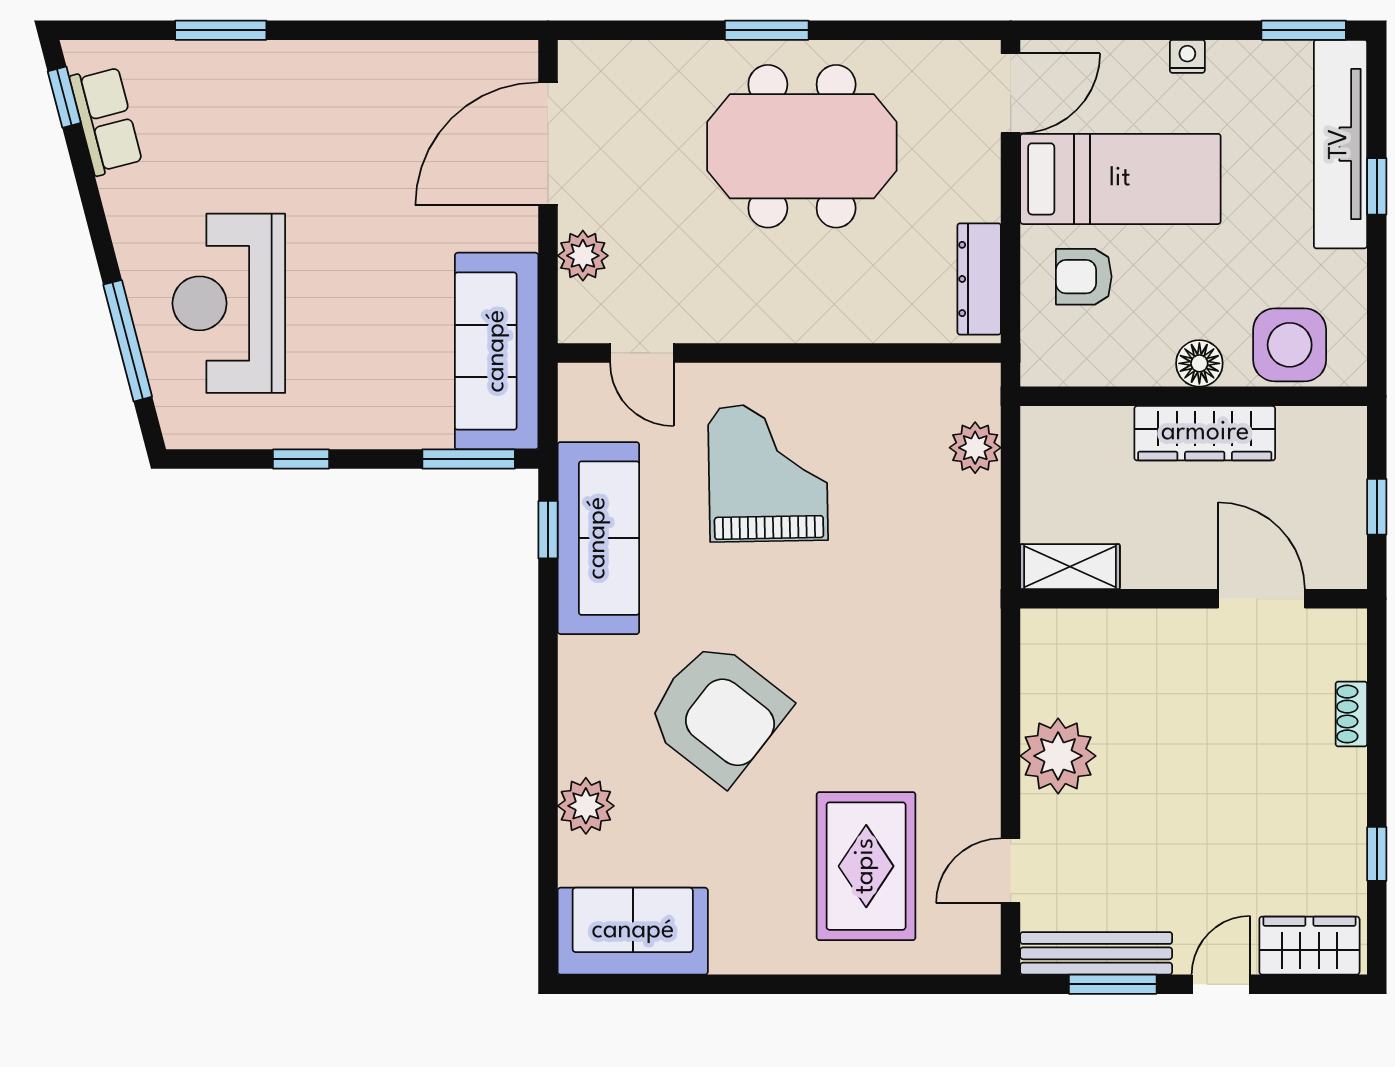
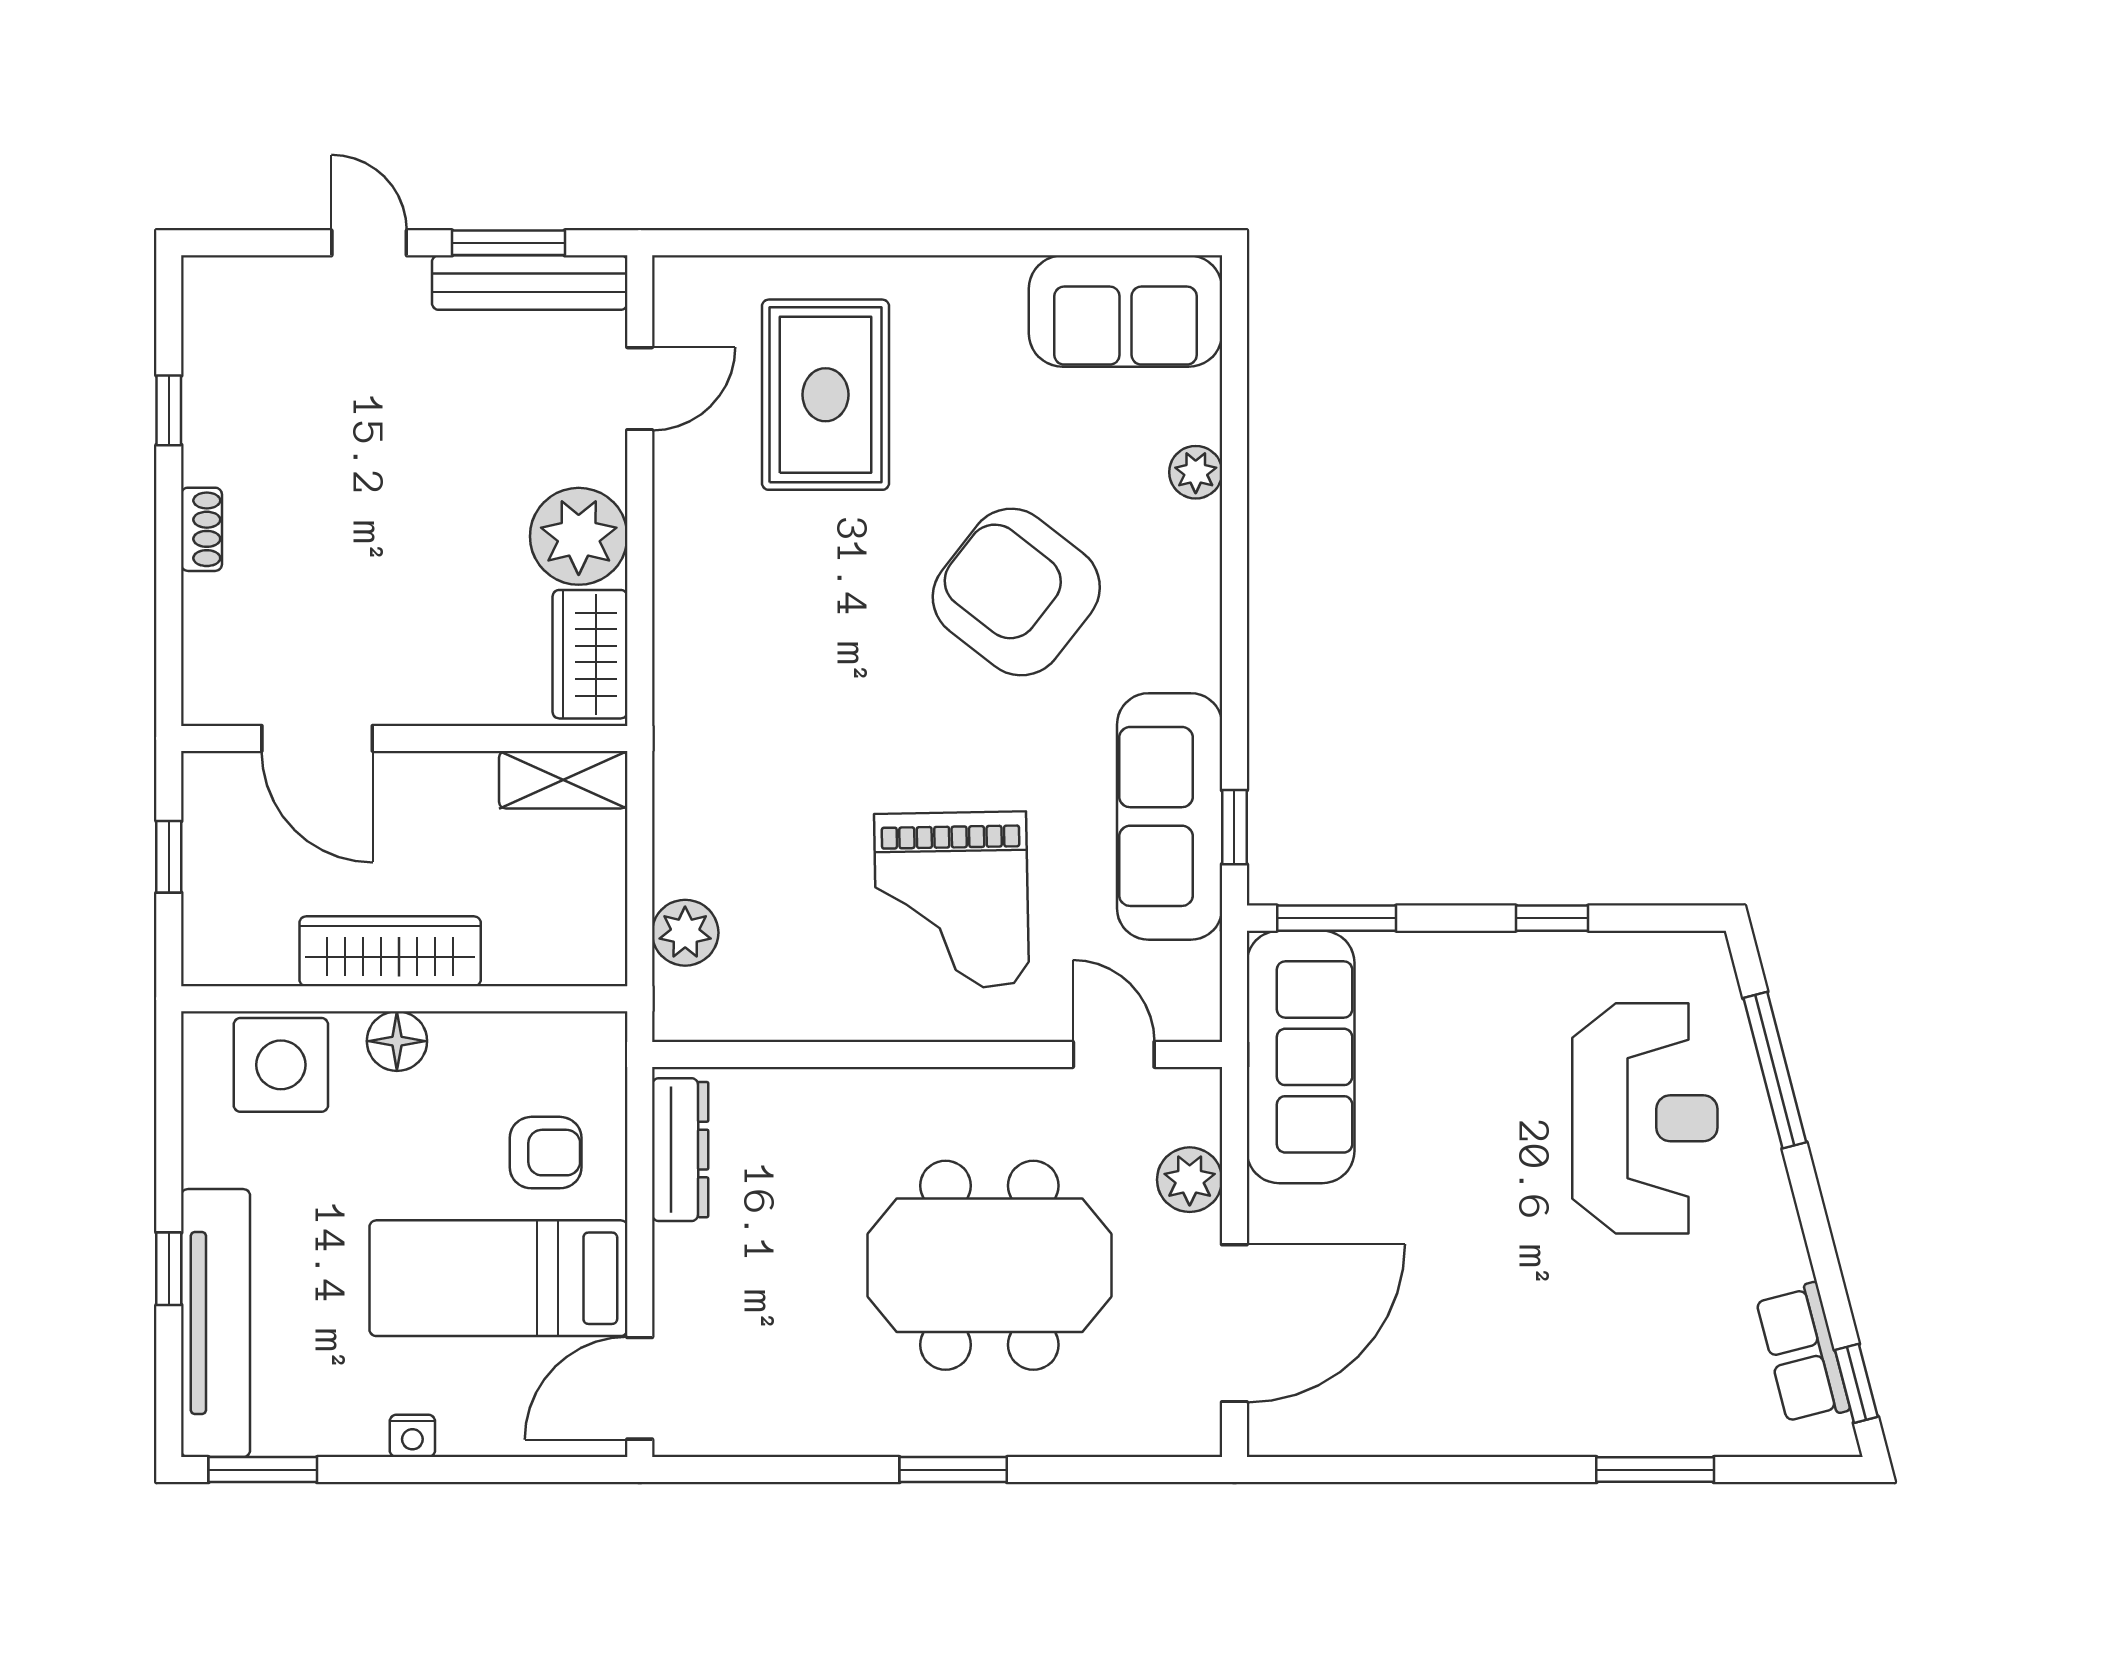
meeting table: (802, 146) -> (989, 1265), moved
shoe rack: (1351, 714) -> (202, 529), moved
plant: (586, 806) -> (1196, 472), width x0.73, depth x0.73
wardrobe: (1309, 946) -> (590, 654), moved, turned 90
door: (1221, 984) -> (369, 243), swing flipped

